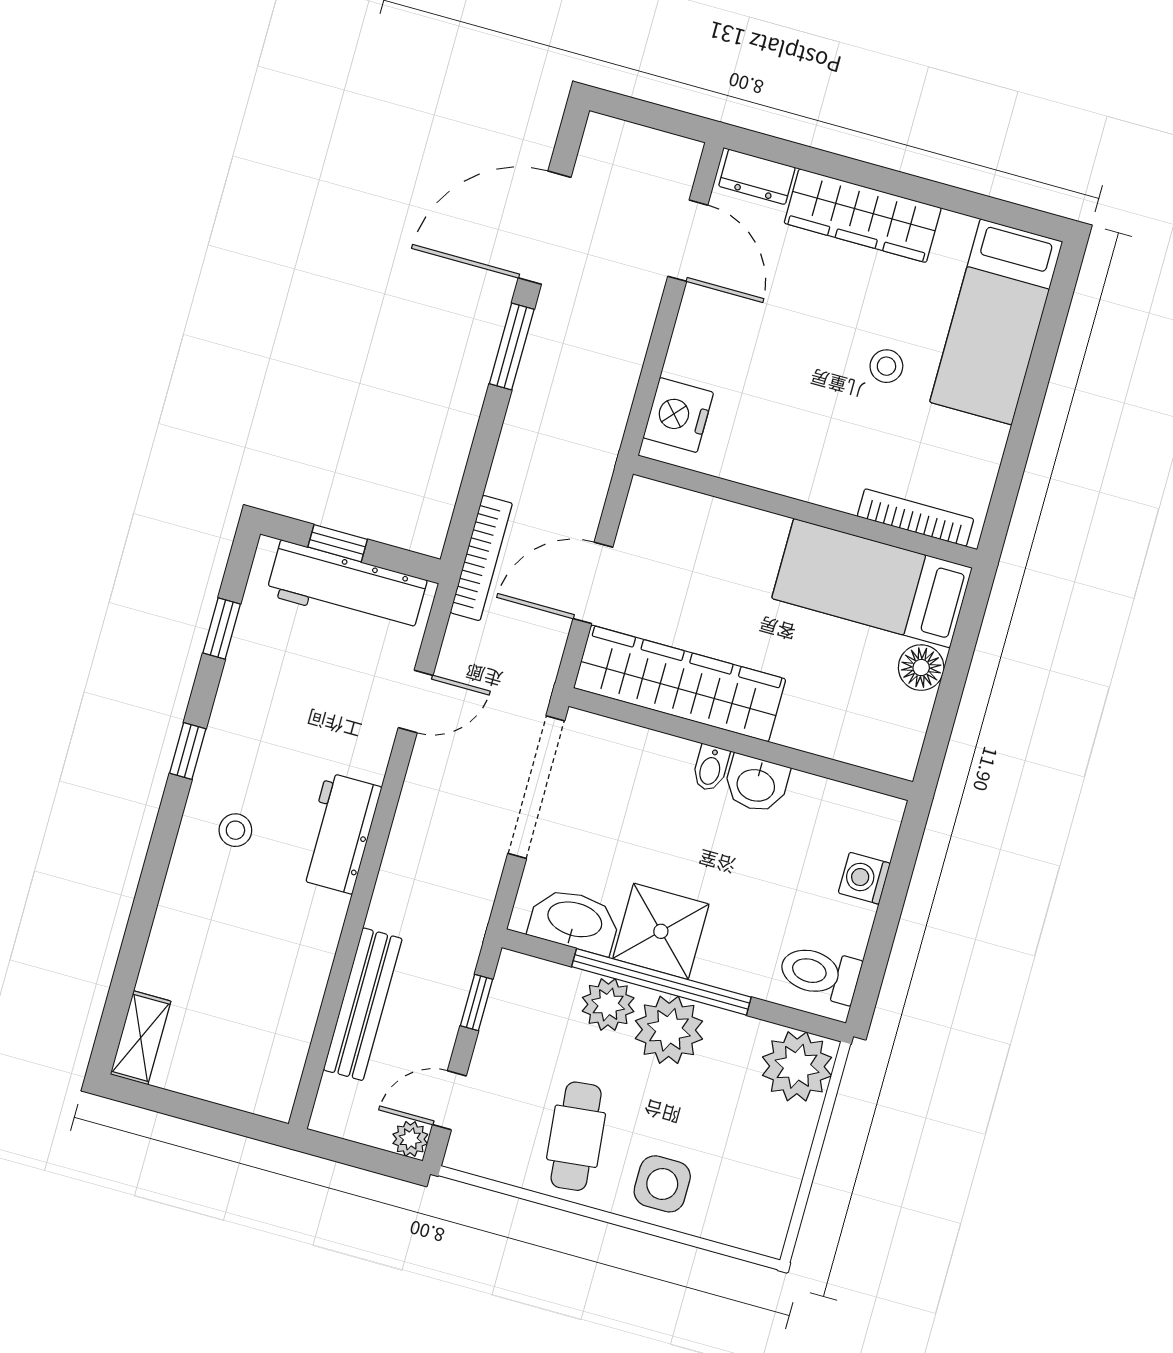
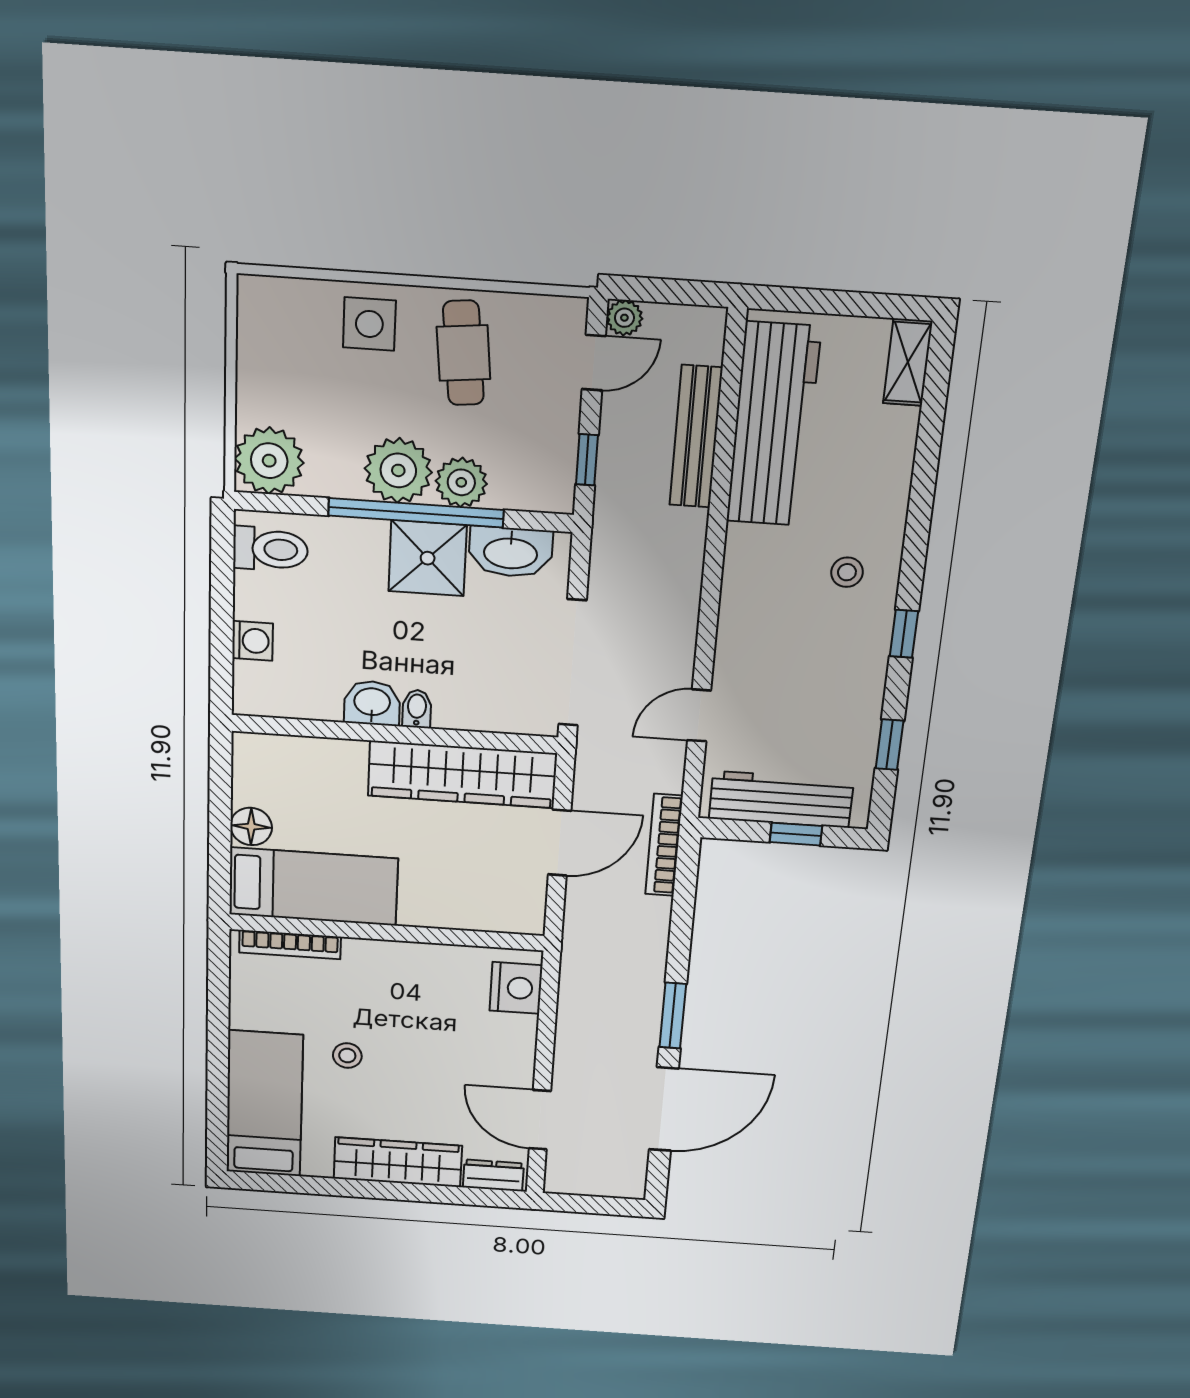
workbench: (340, 833) -> (773, 425), moved, width x1.88, depth x1.32

